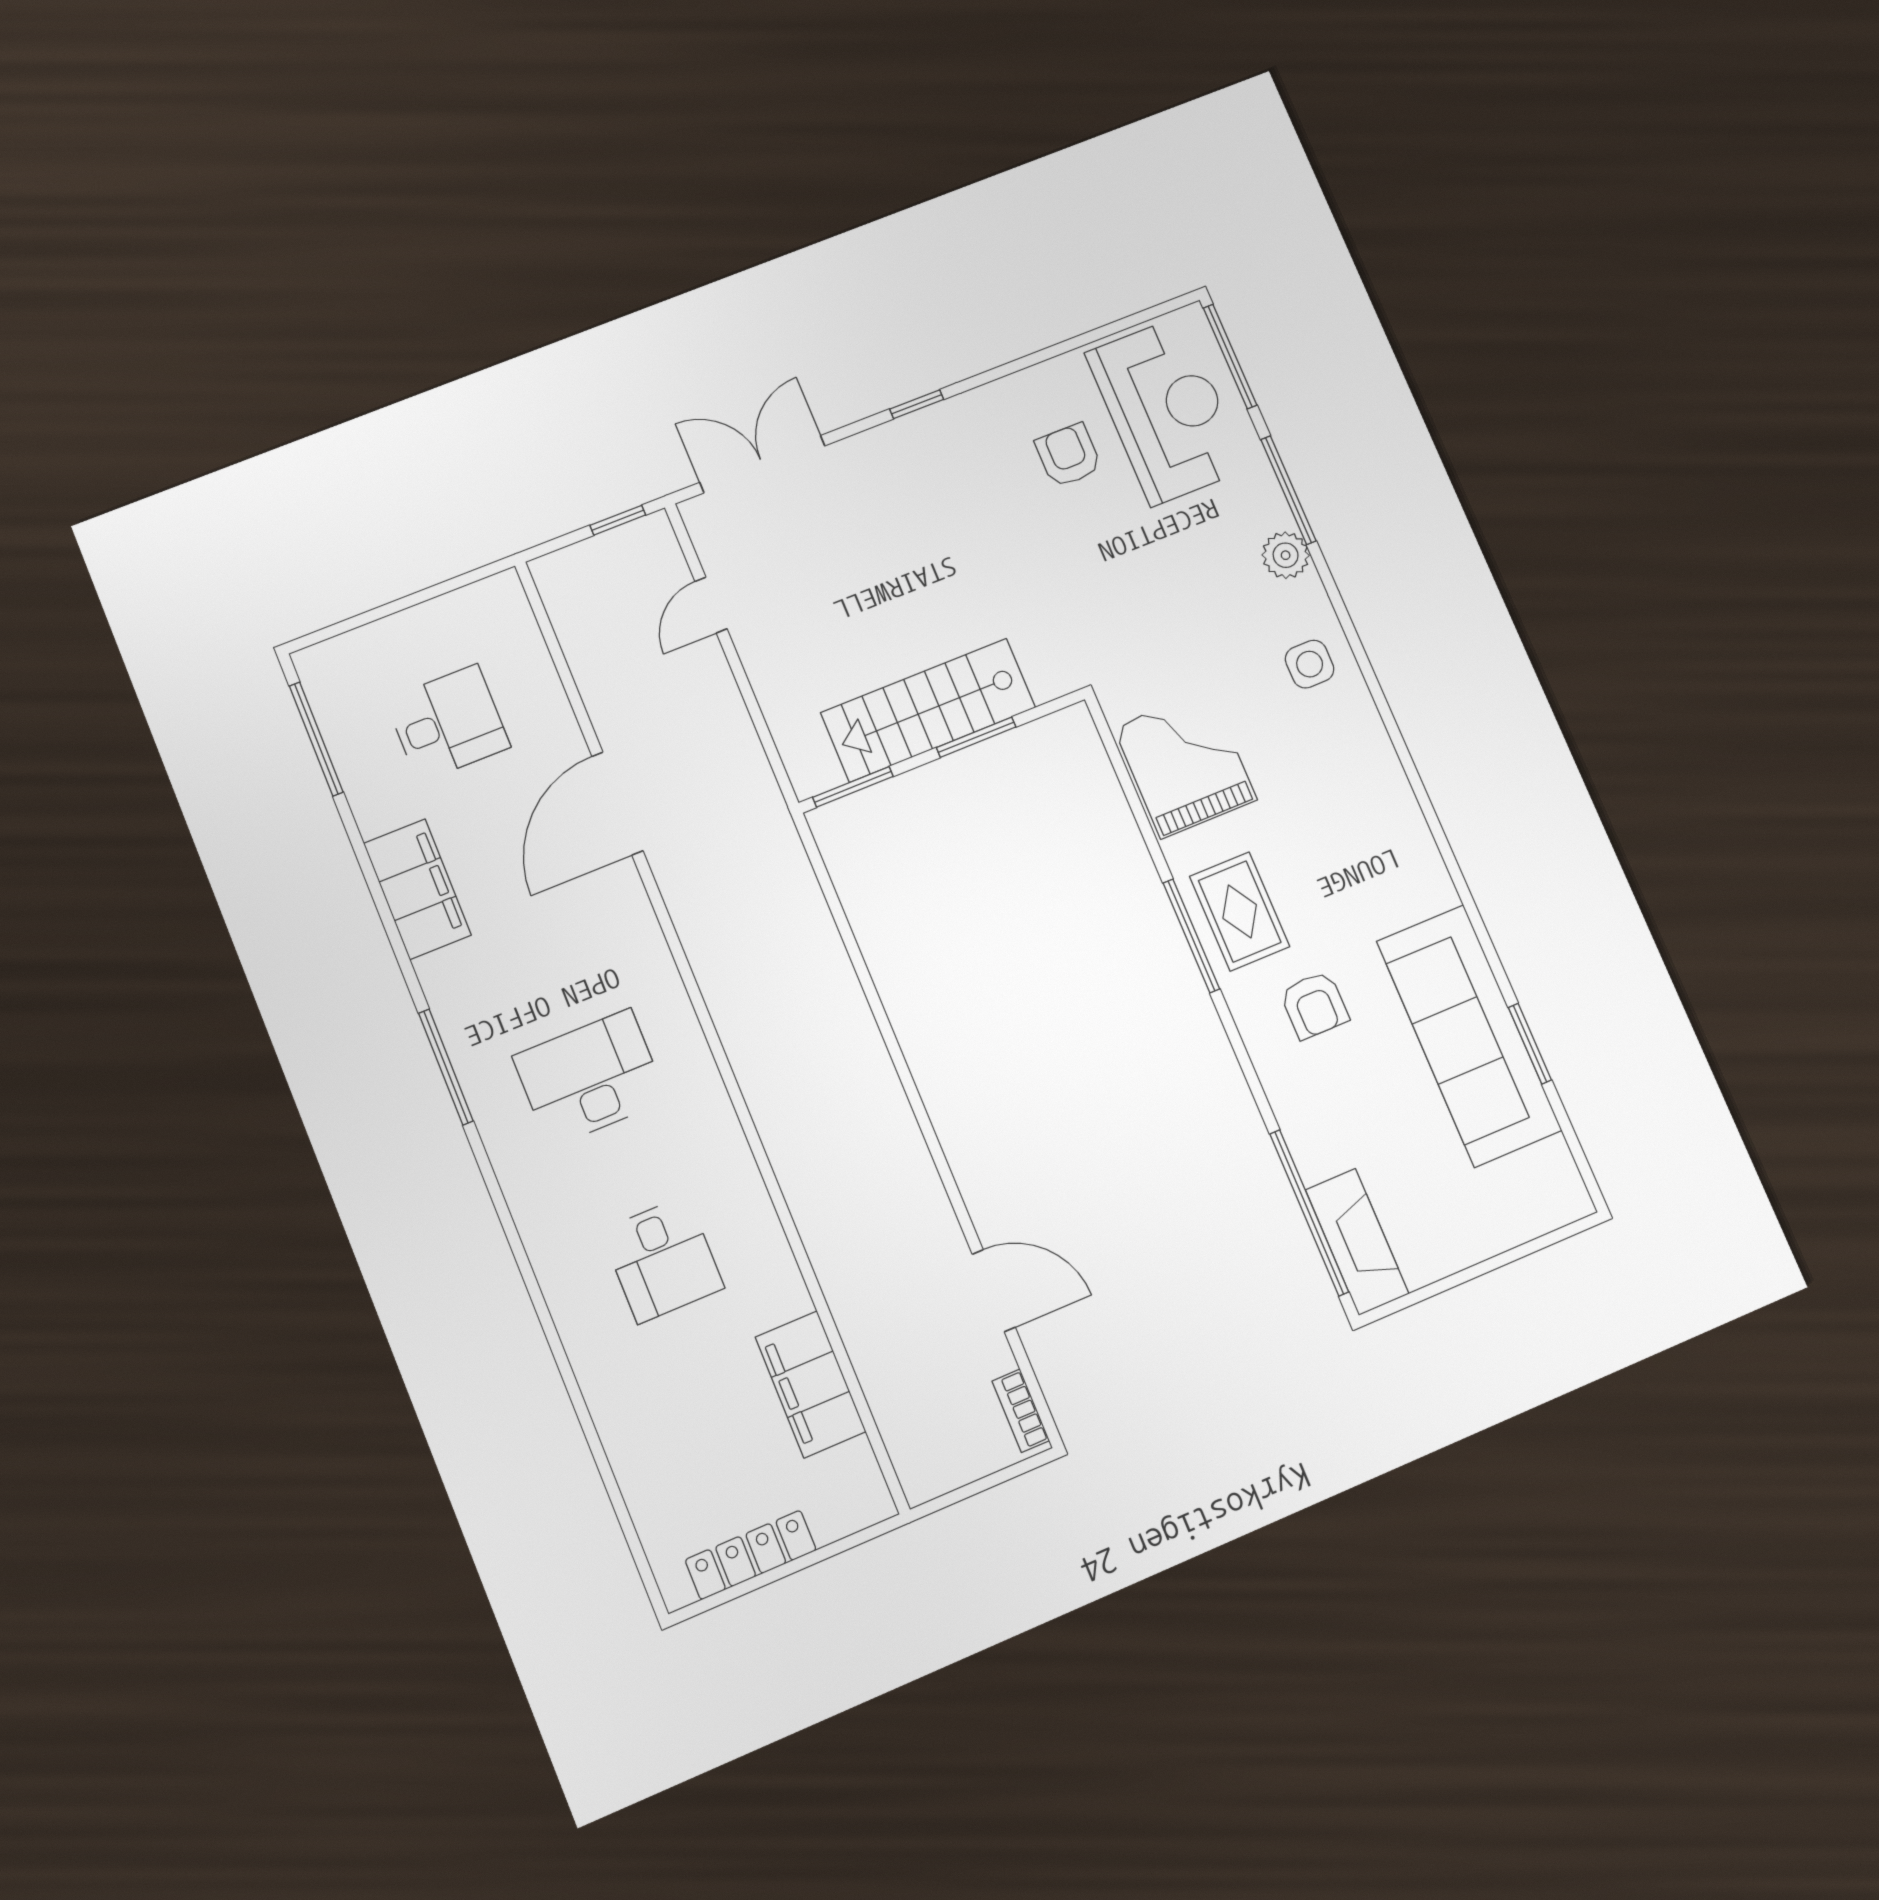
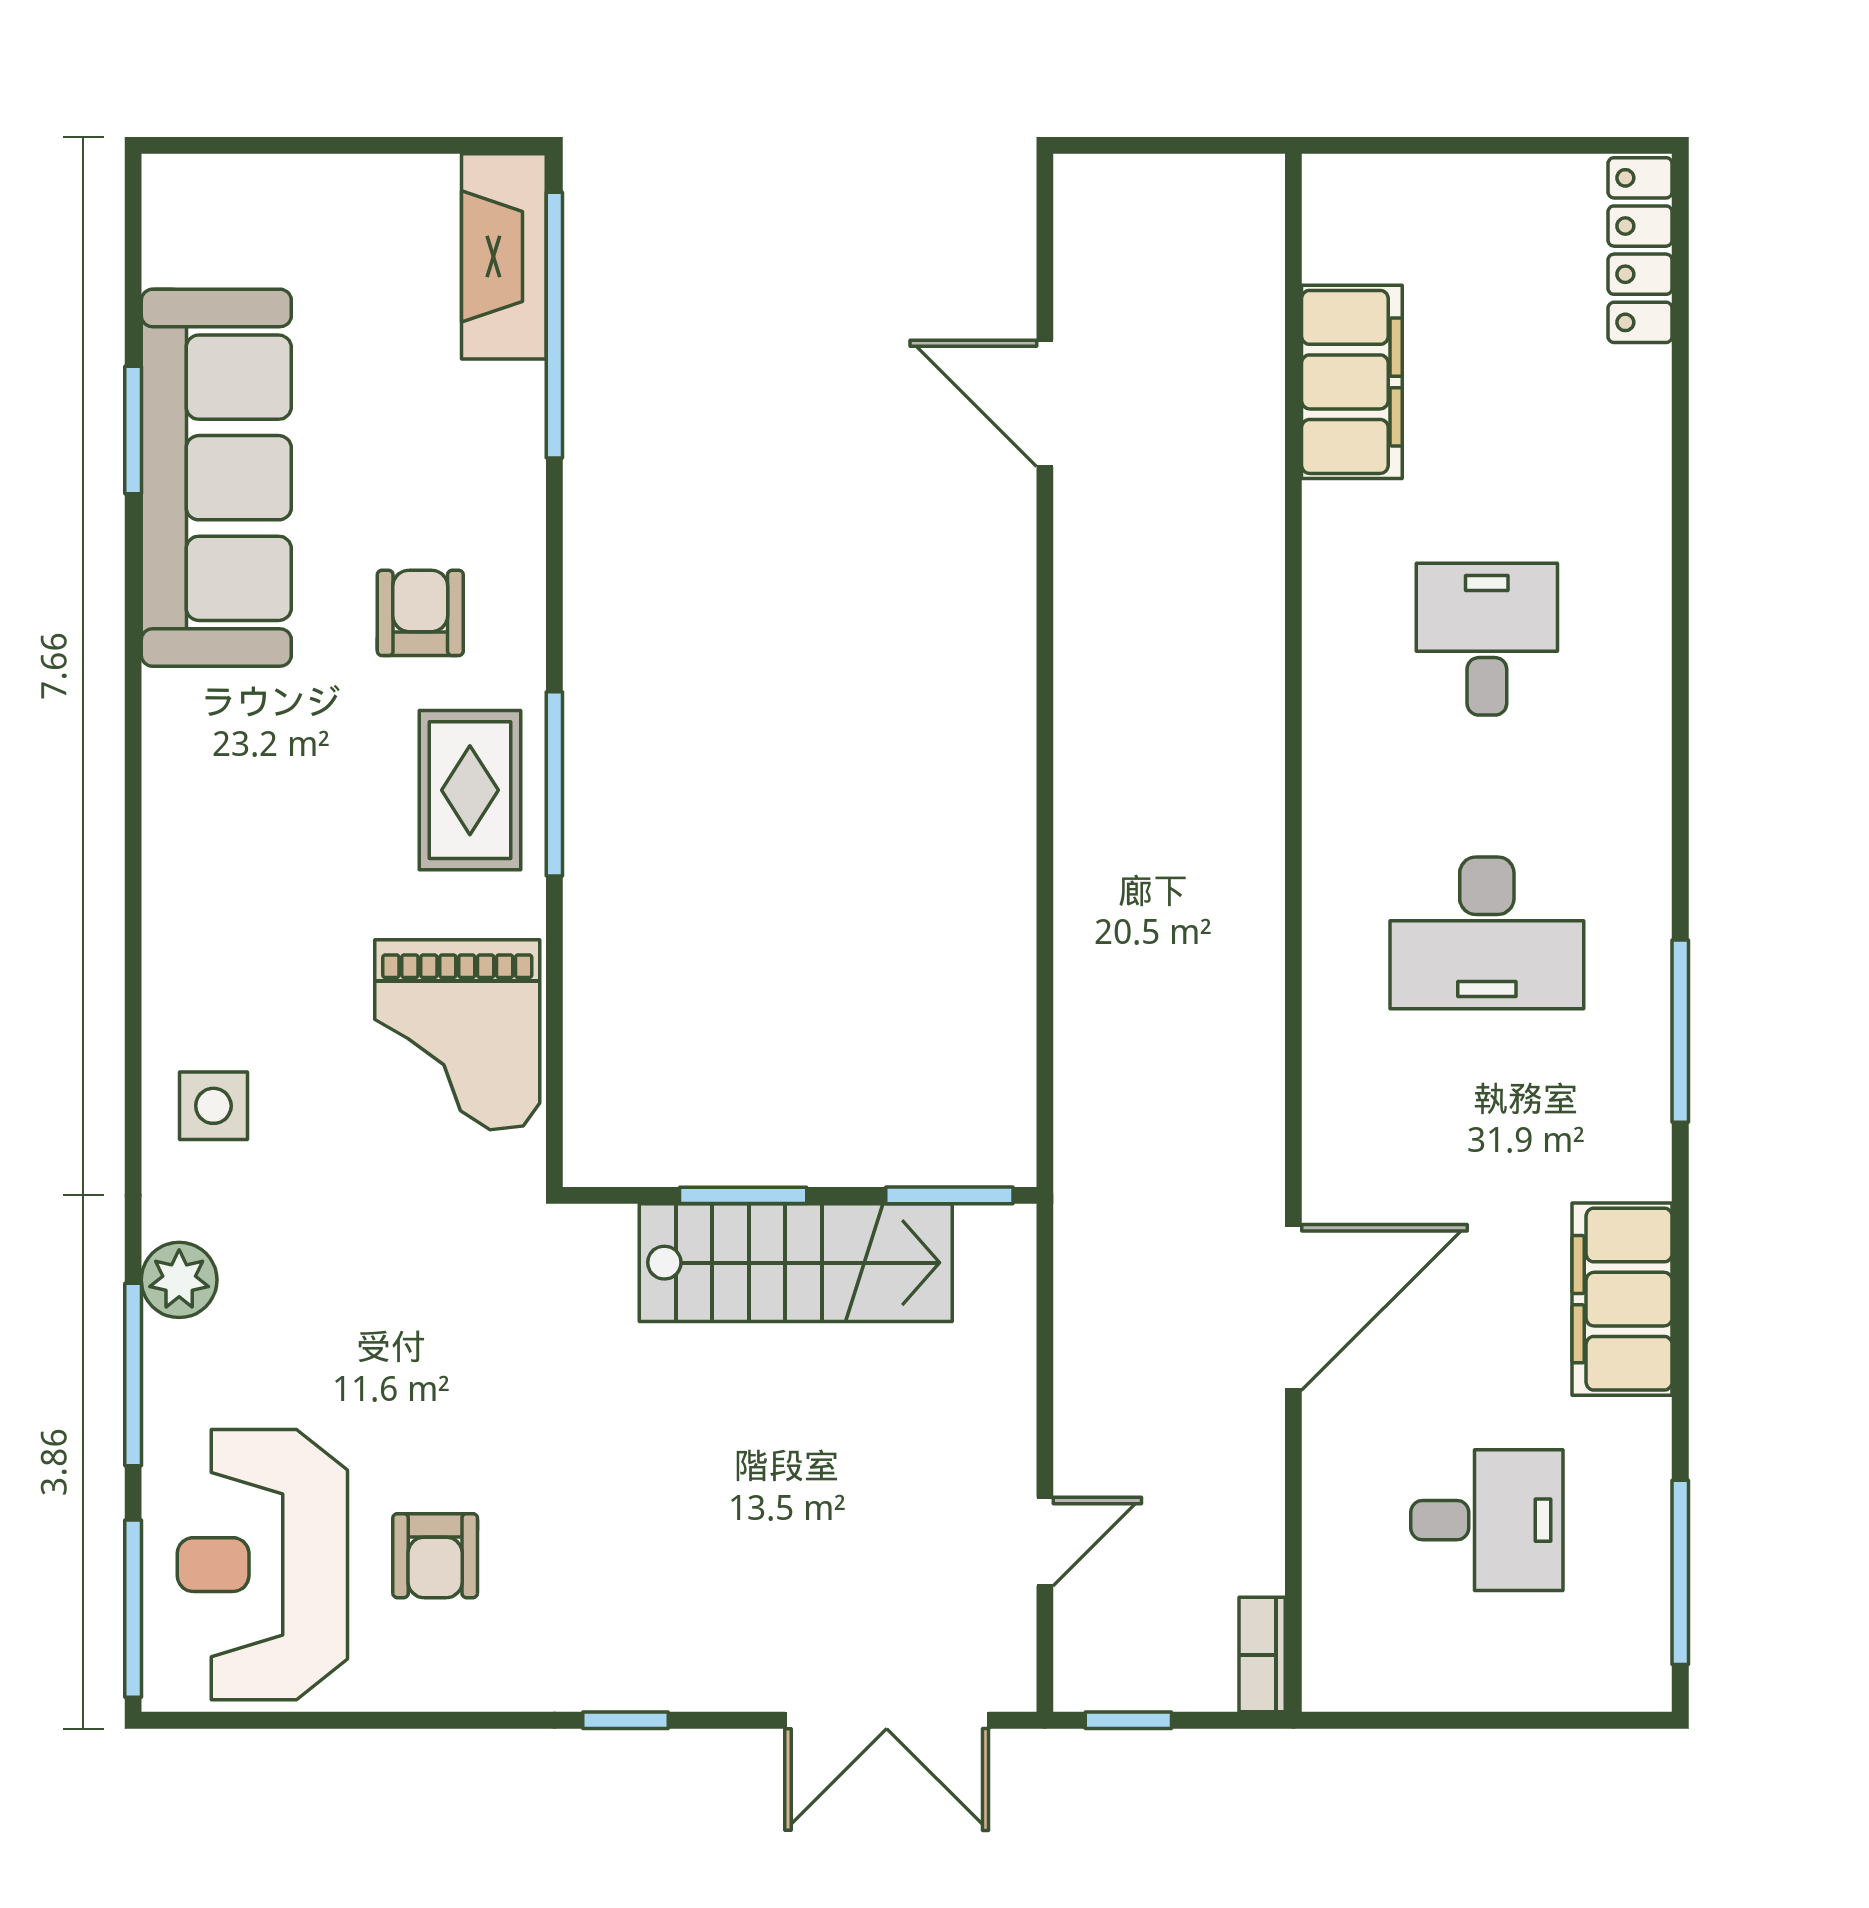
desk: (448, 723) -> (1487, 1520), turned 180
bookcase: (1021, 1411) -> (1262, 1655), moved, turned 180
locker: (751, 1555) -> (1640, 250), moved, turned 90

